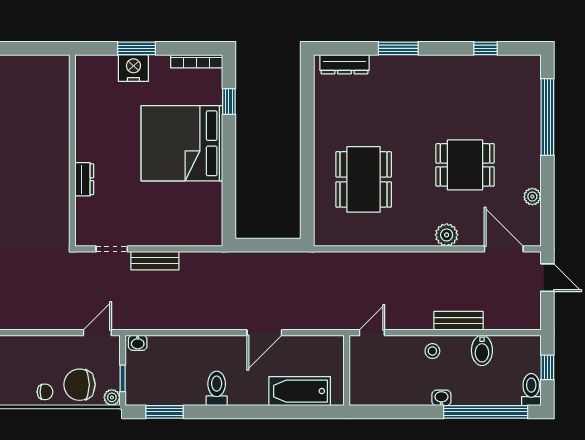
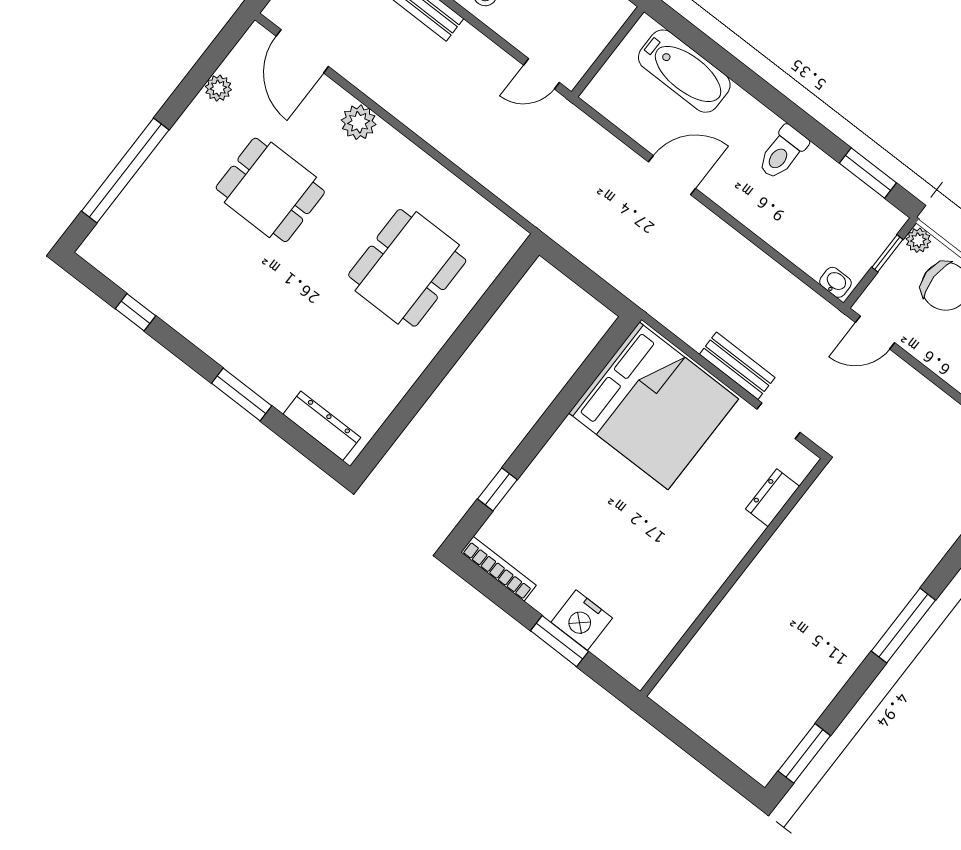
bed: (182, 143) -> (654, 406), moved
dresser: (84, 179) -> (772, 498), moved

